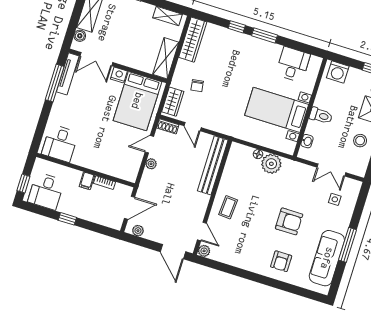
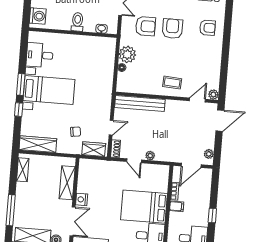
shelving: (166, 58) -> (67, 183), moved, turned 90
bed: (137, 101) -> (144, 207), moved, turned 180
bed with nightstands: (277, 110) -> (49, 90), moved, turned -90
armchair: (299, 191) -> (145, 26), added
door: (130, 208) -> (191, 165), swing flipped

